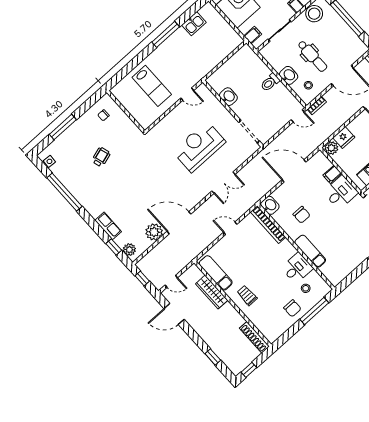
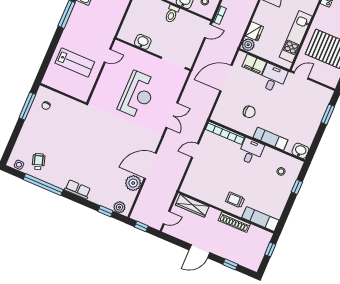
window: (63, 127) -> (27, 106), moved
reception desk: (199, 147) -> (138, 95), turned 180
wheelchair: (101, 157) -> (39, 162), moved
filing cabinet: (332, 174) -> (254, 64), width x2.00
washbasin: (270, 205) -> (300, 151), moved
row of seats: (108, 226) -> (78, 189), moved
desk: (297, 268) -> (251, 151), moved
exam couch: (216, 273) -> (260, 219), moved
wardrobe: (212, 292) -> (192, 206), moved
chair: (292, 308) -> (278, 193), removed
window: (314, 311) -> (297, 187), width x0.46
door: (174, 314) -> (199, 251), moved
shoe rack: (254, 337) -> (234, 222), moved
window: (249, 370) -> (270, 250), moved

